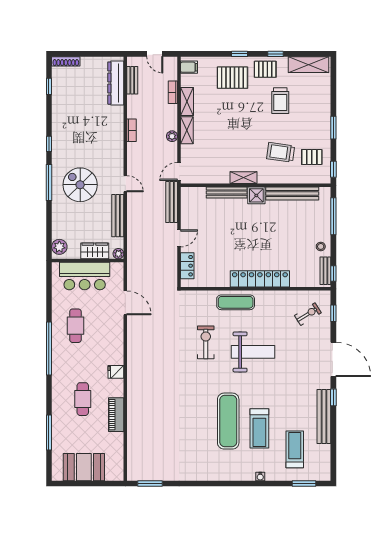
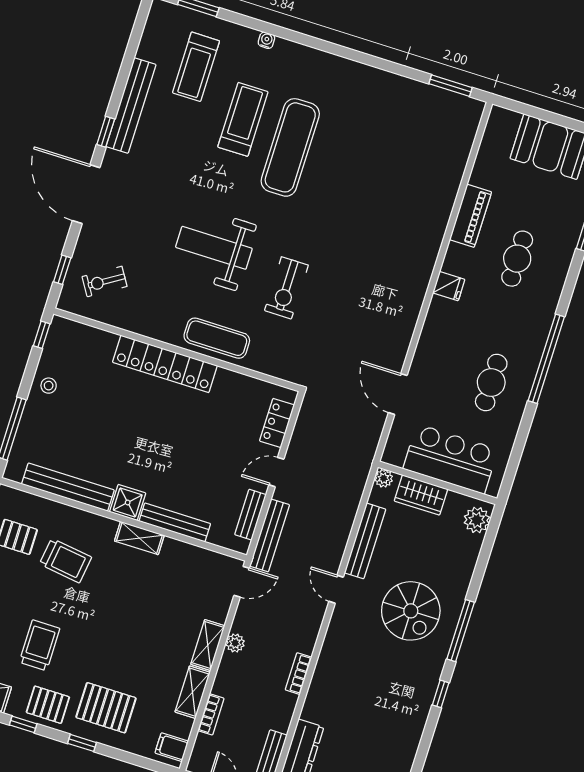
bench: (325, 271) -> (250, 515), moved

